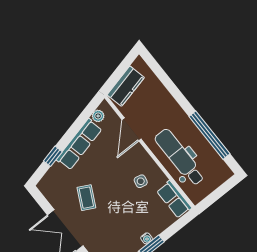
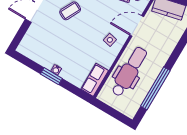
side table: (141, 181) -> (110, 40), moved

